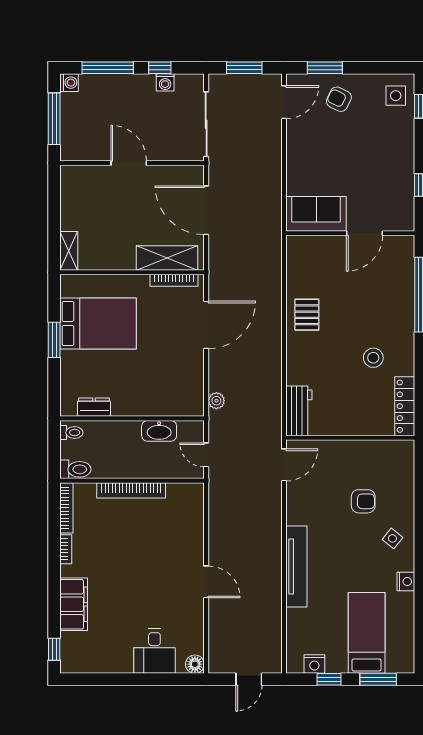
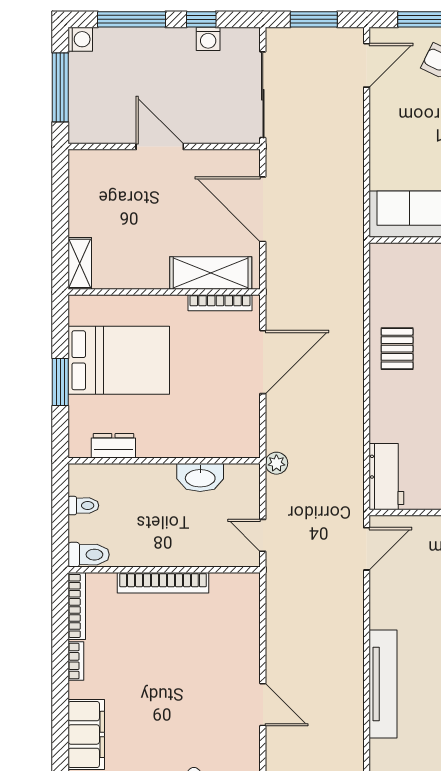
dresser: (94, 407) -> (113, 446), moved
wall: (132, 418) -> (164, 461), moved
washbasin: (159, 431) -> (200, 477), moved

